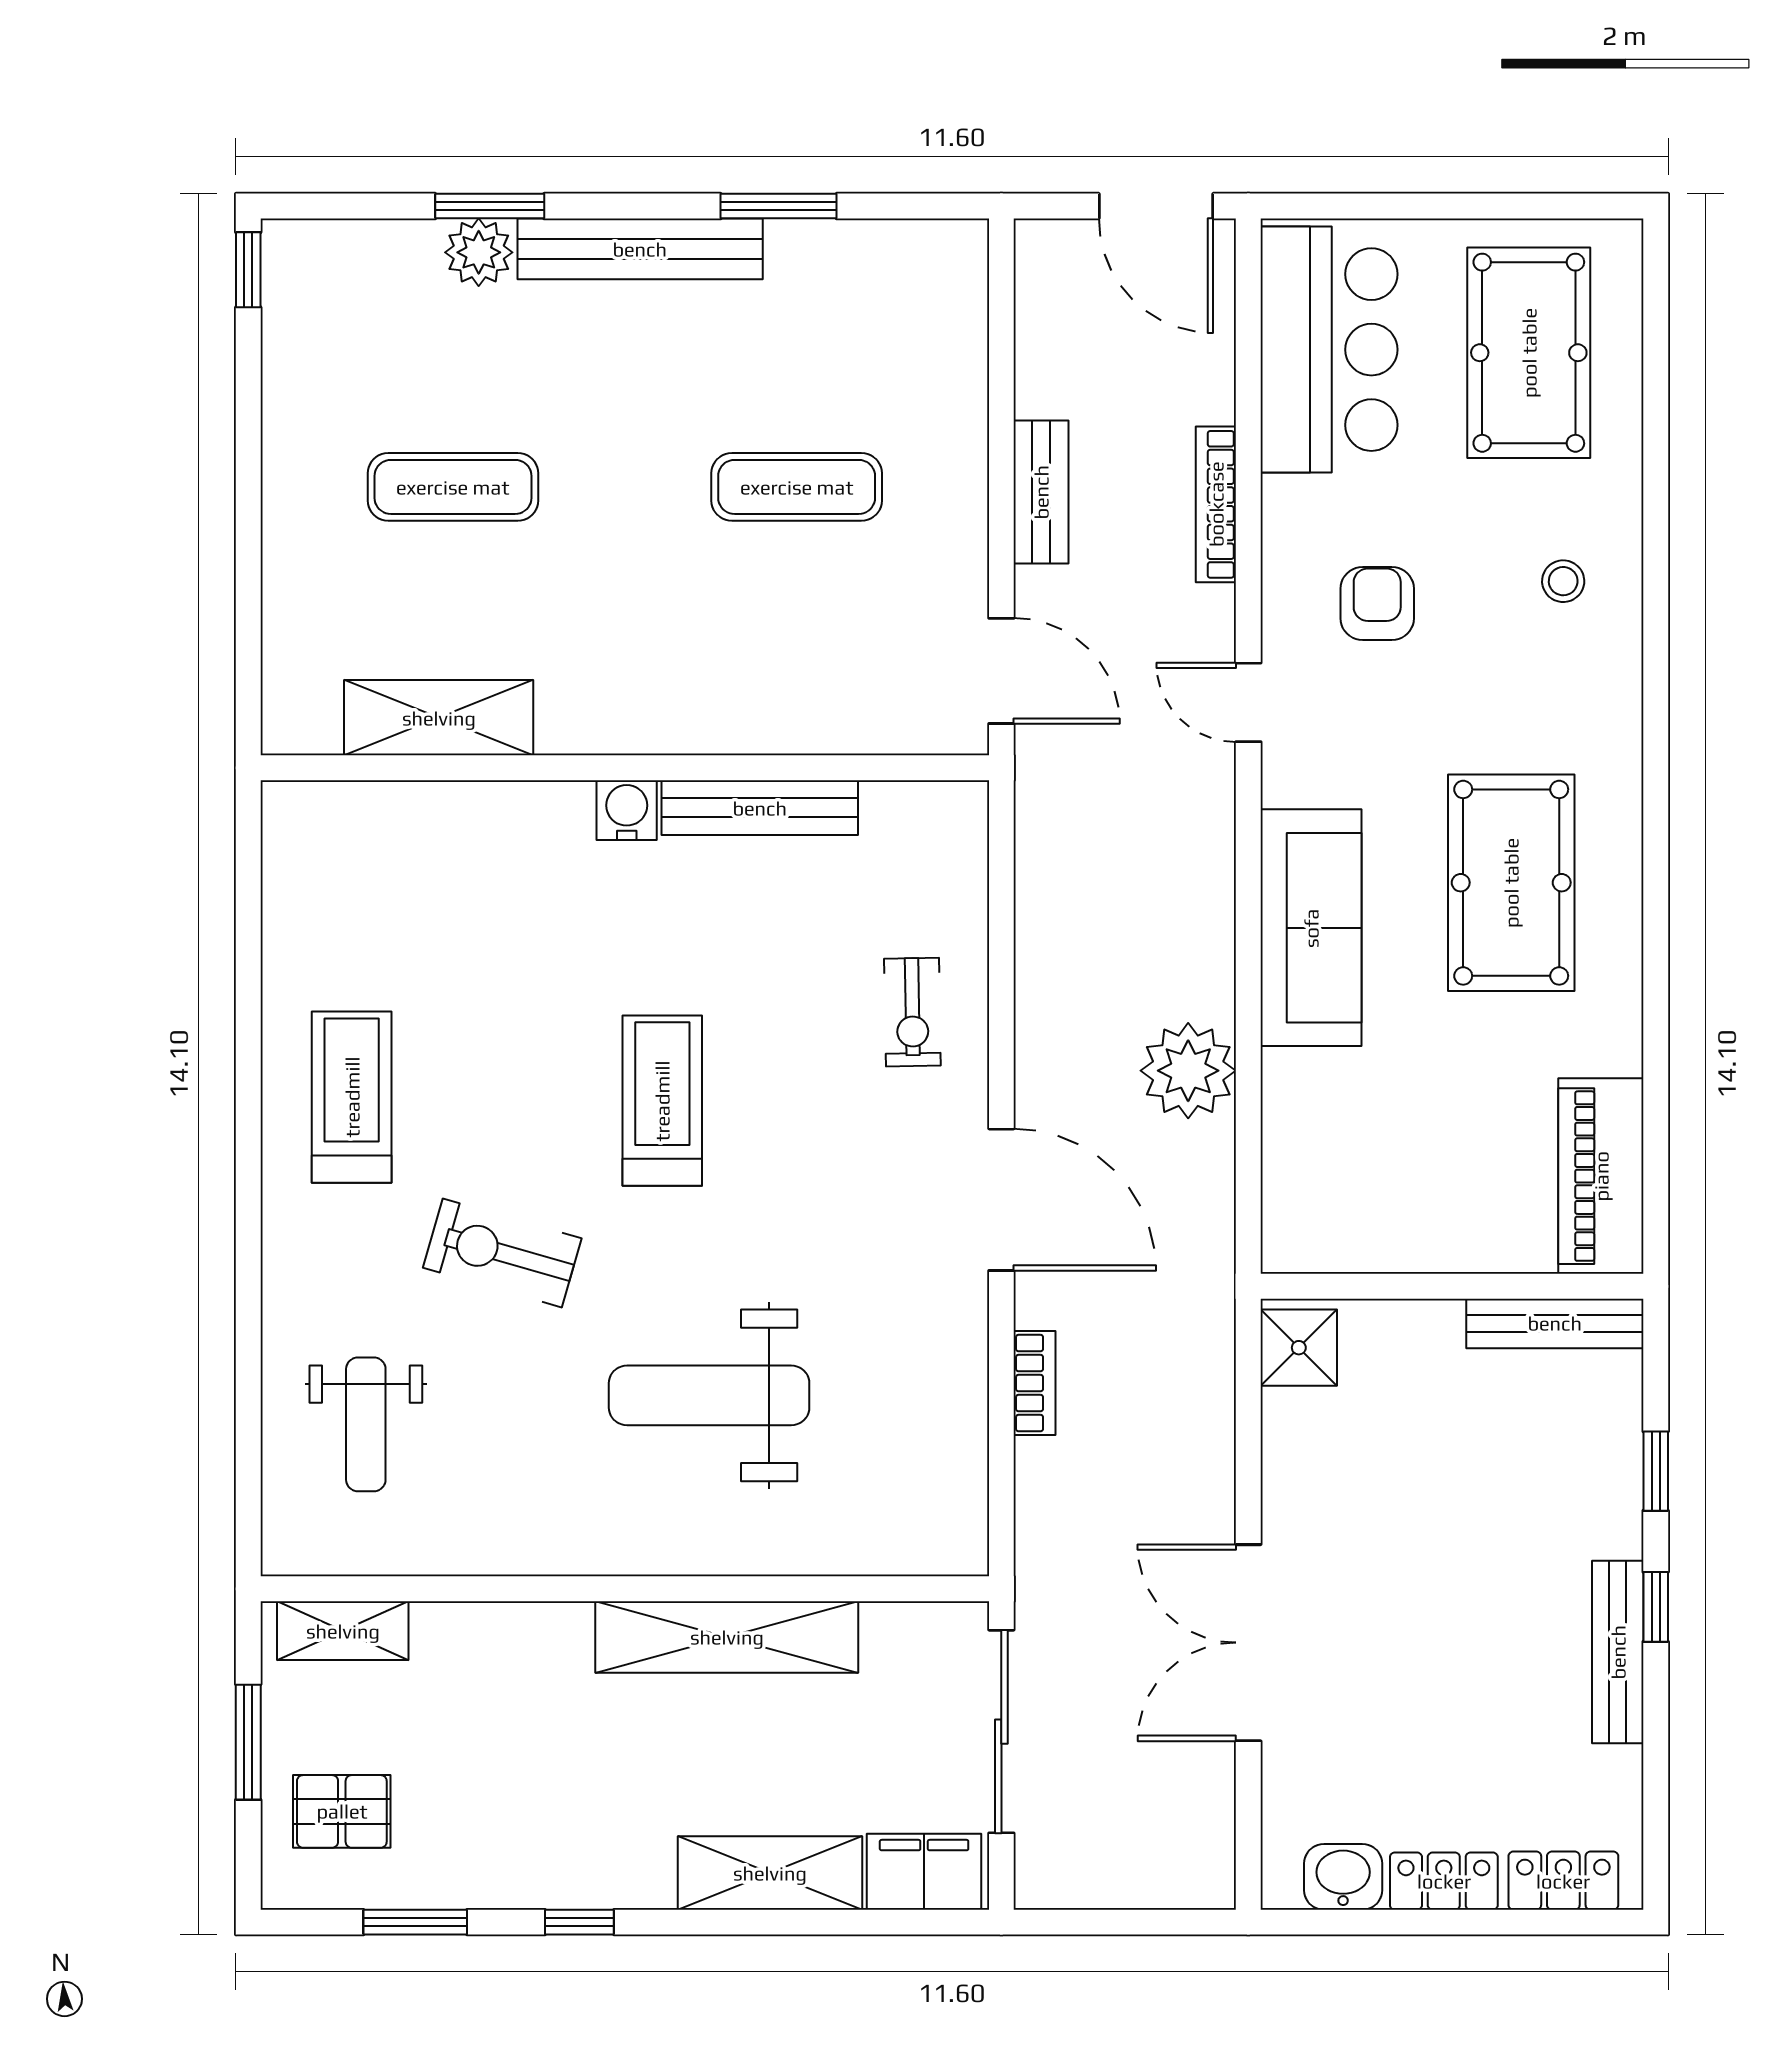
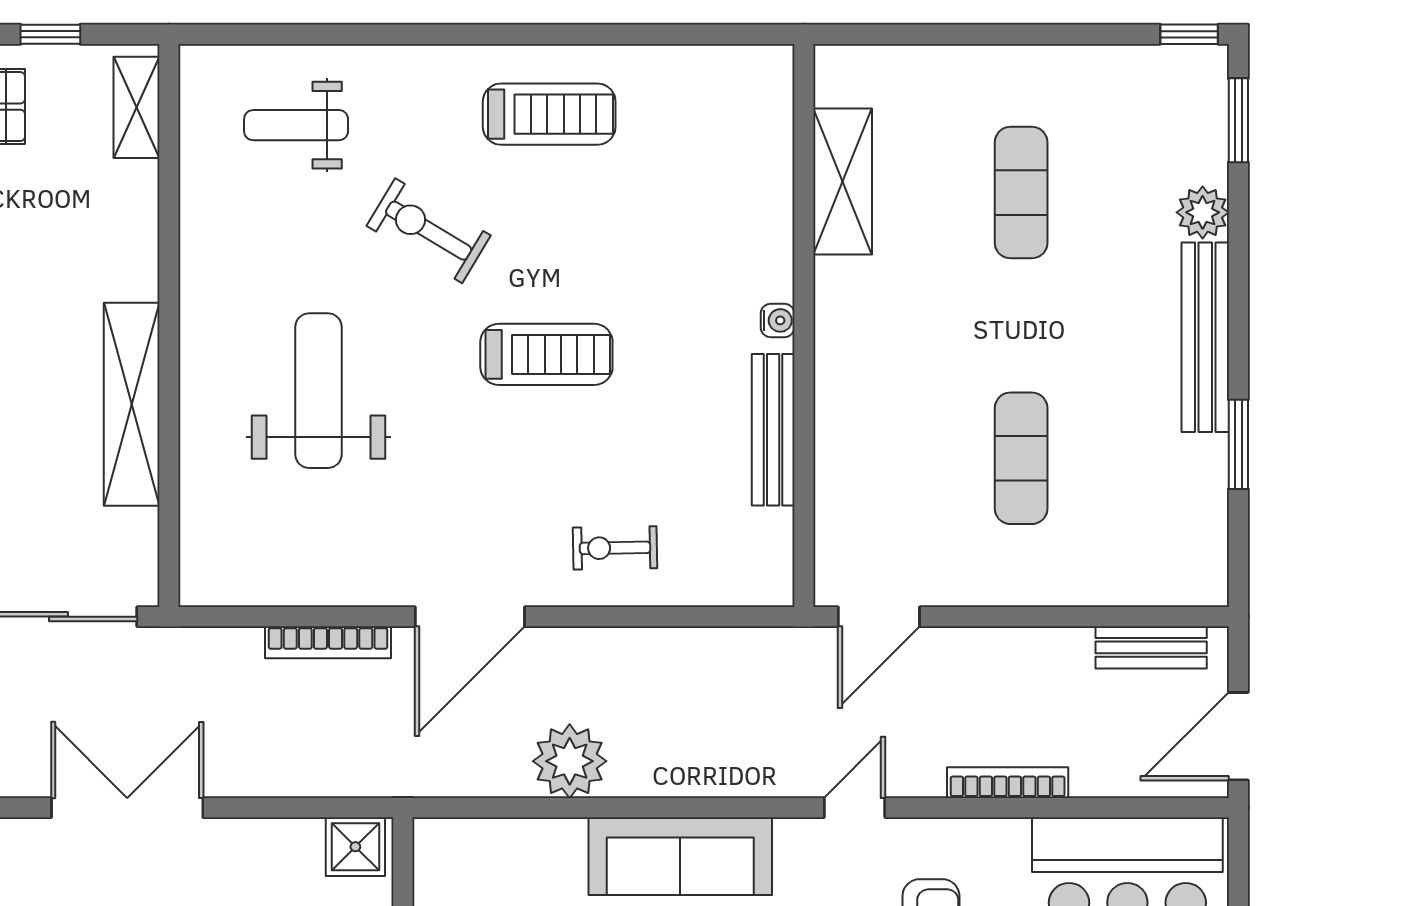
window: (490, 206) -> (1238, 120), moved
bench: (1041, 492) -> (1151, 647), moved
water cooler: (627, 810) -> (778, 320), width x0.72, depth x0.72
exercise bike: (502, 1253) -> (429, 231), turned -75
bookcase: (1035, 1383) -> (328, 642), width x1.56
window: (248, 1742) -> (50, 34), width x0.67

